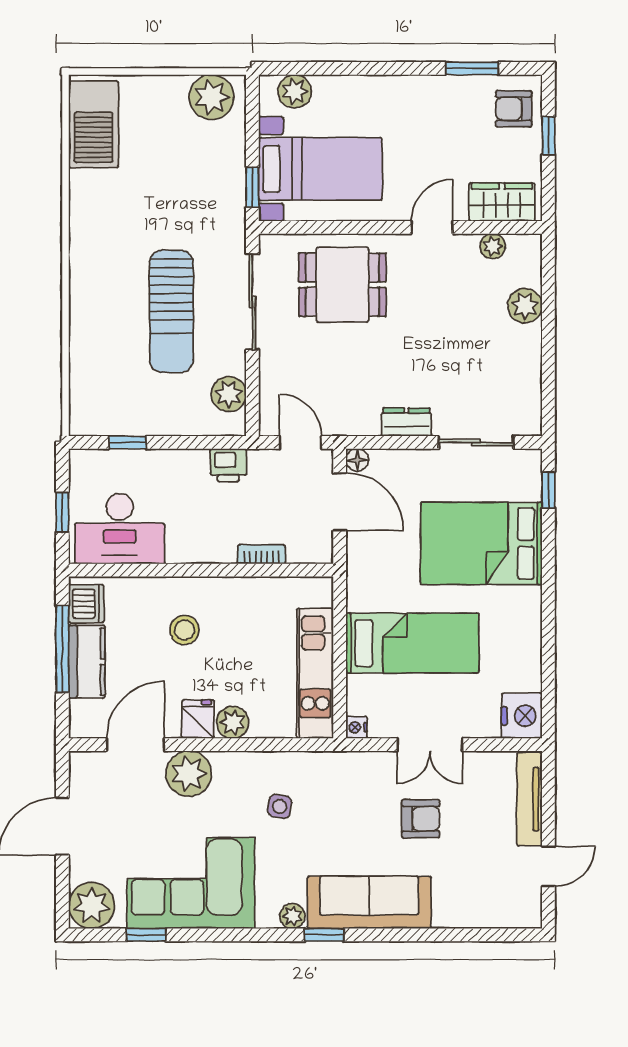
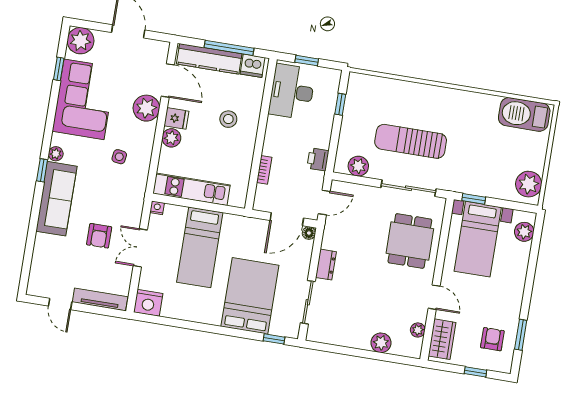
armchair: (514, 109) -> (492, 339), moved
kitchen counter: (87, 662) -> (209, 59), width x1.50

